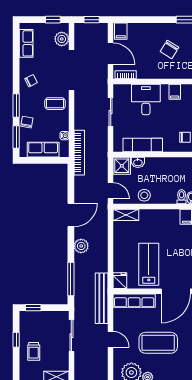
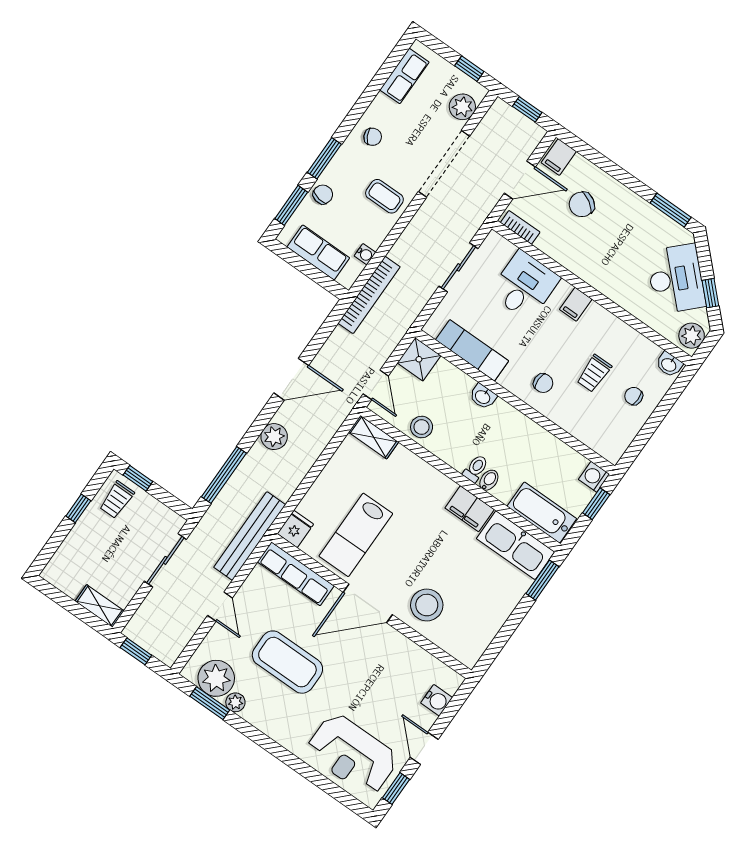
chair: (169, 49) -> (582, 204), moved
door: (111, 54) -> (520, 180), hinge flipped
washbasin: (138, 162) -> (483, 397), moved
lab bench: (149, 264) -> (356, 535), turned 180
trolley: (34, 351) -> (117, 500), moved

